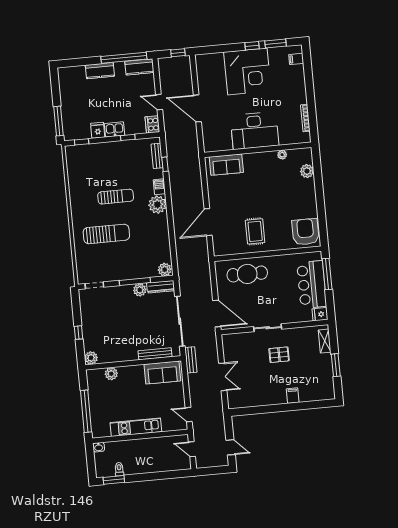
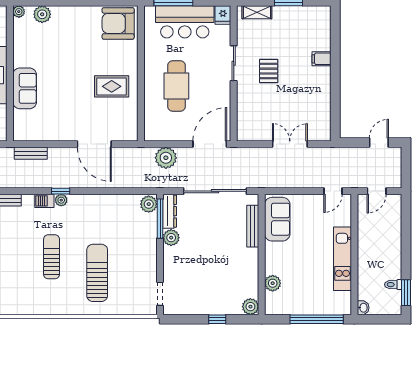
plant: (282, 155) -> (19, 12), moved
window: (165, 164) -> (61, 191), moved
sofa: (226, 165) -> (25, 88), moved
plant: (157, 205) -> (61, 200), width x0.53, depth x0.53
cafe table: (247, 274) -> (176, 86), moved
plant: (203, 280) -> (166, 158), added
window: (135, 282) -> (160, 219), moved
sliding door: (268, 328) -> (234, 63), moved
bench: (191, 360) -> (31, 153), moved

